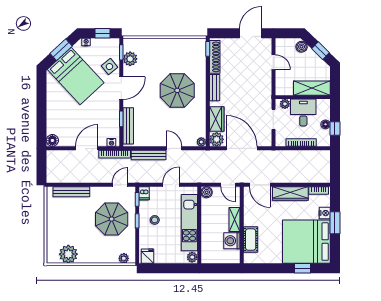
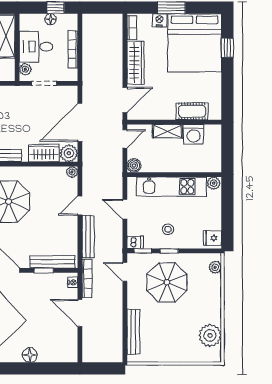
floor lamp: (52, 140) -> (30, 355), moved

